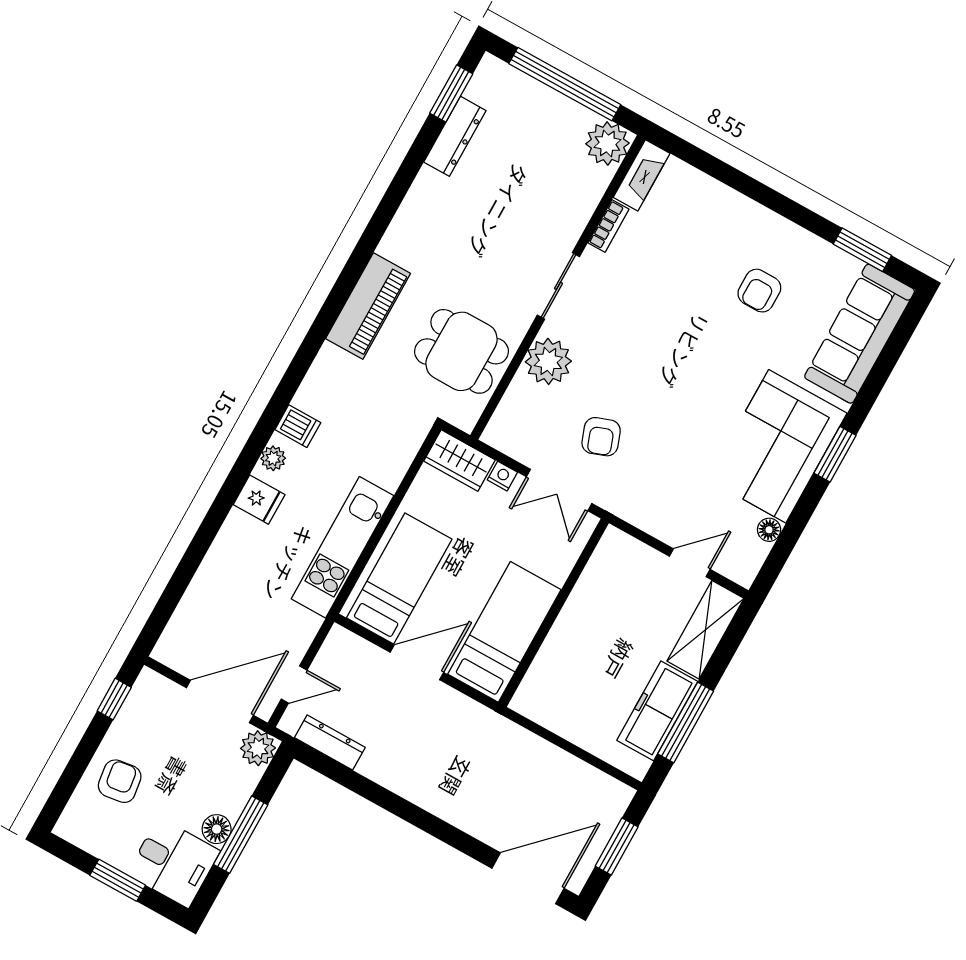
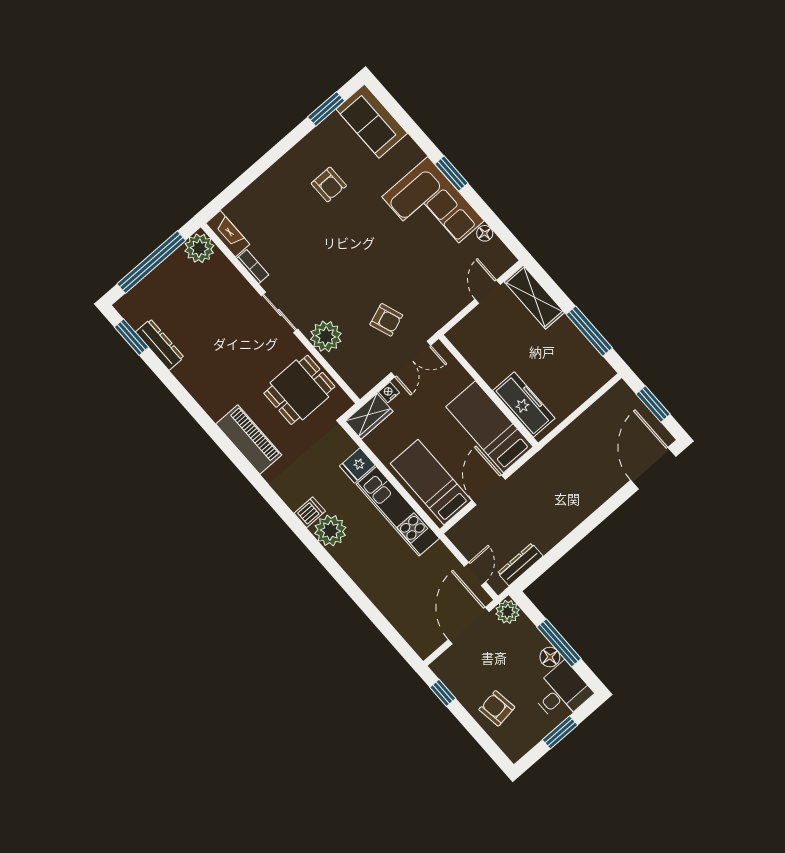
sofa: (860, 334) -> (372, 121), width x0.73
plant: (273, 458) -> (330, 531), width x1.87, depth x1.87
fridge: (259, 500) -> (357, 466), moved, turned 180
freezer: (657, 711) -> (524, 404), moved, turned 180

